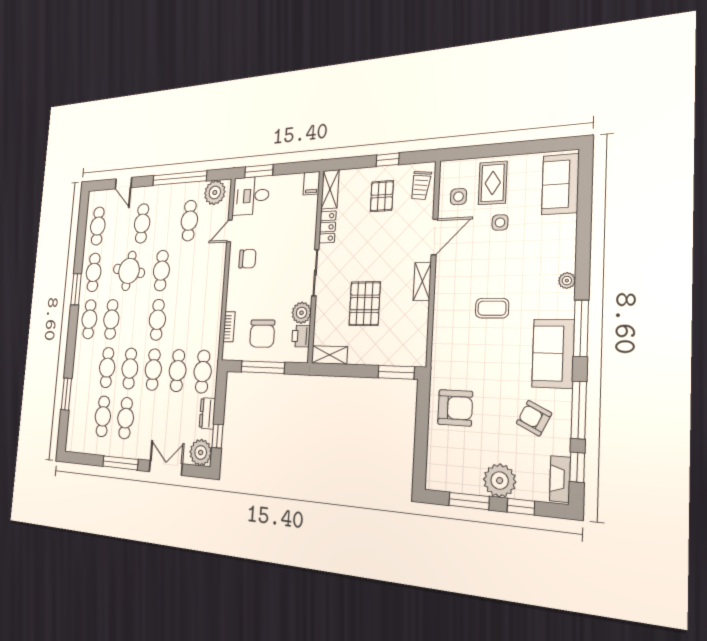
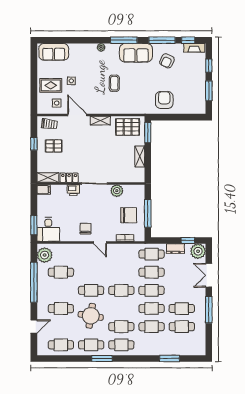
door: (229, 231) -> (100, 243), moved
pallet: (365, 304) -> (128, 127), moved
printer: (301, 336) -> (73, 190), moved
shelving: (329, 355) -> (140, 156), moved
plant: (500, 481) -> (198, 76), removed

